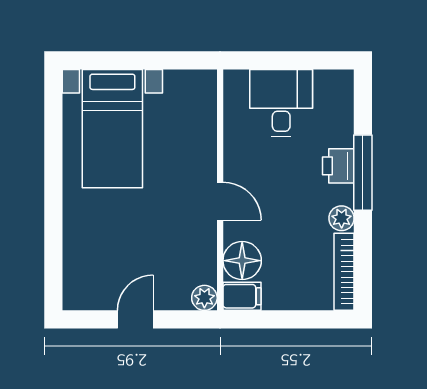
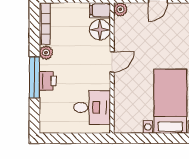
desk: (281, 103) -> (92, 107), moved, turned -90
door: (220, 201) -> (112, 62), swing flipped

